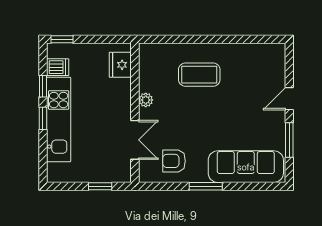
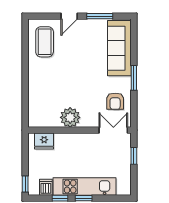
coffee table: (199, 75) -> (45, 42), moved
door: (289, 99) -> (69, 16), hinge flipped
plant: (146, 100) -> (70, 117), width x1.87, depth x1.87
double door: (135, 140) -> (113, 130), moved

